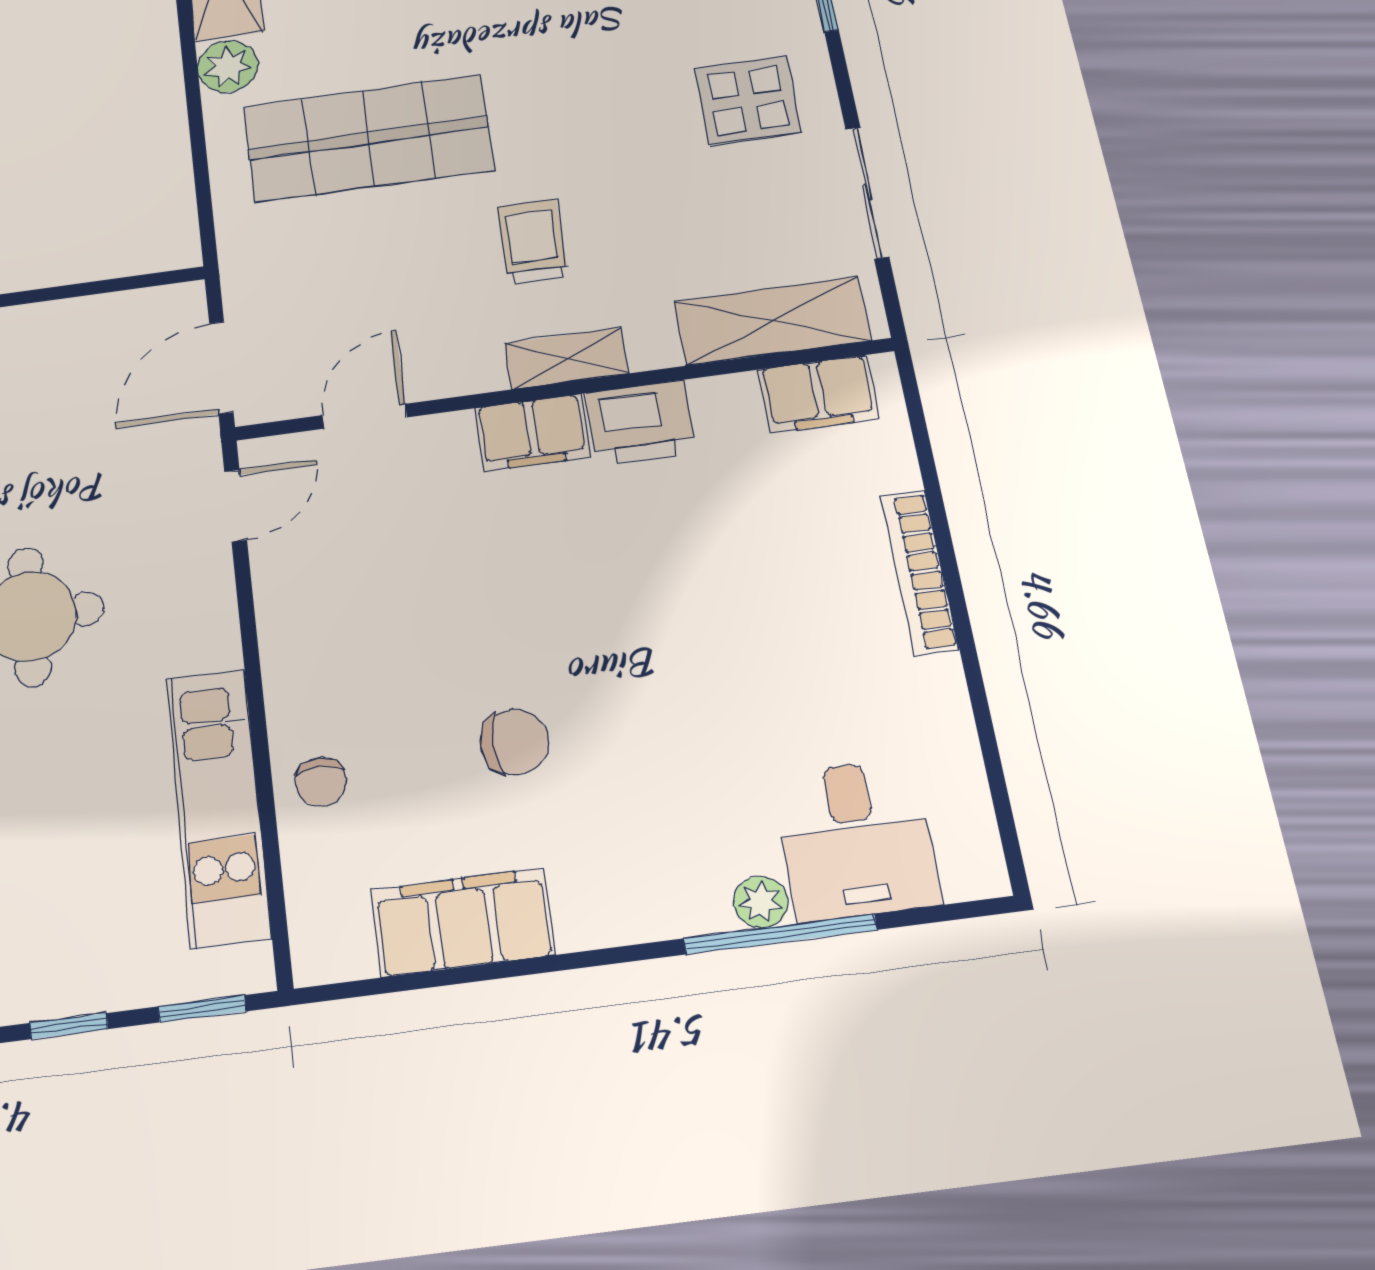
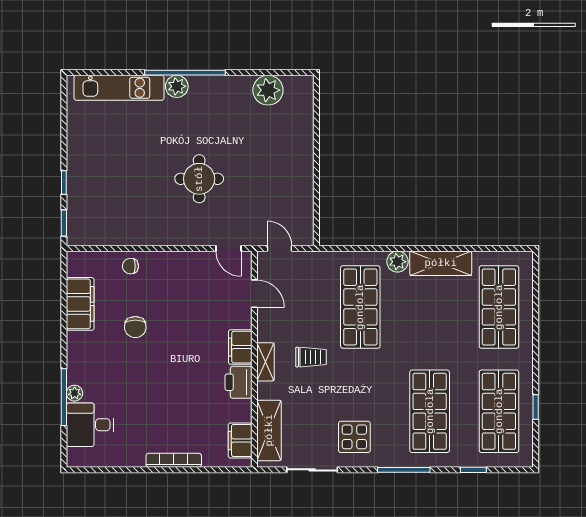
door: (221, 368) -> (279, 248), width x0.73
kitchen unit: (218, 806) -> (127, 234), removed

